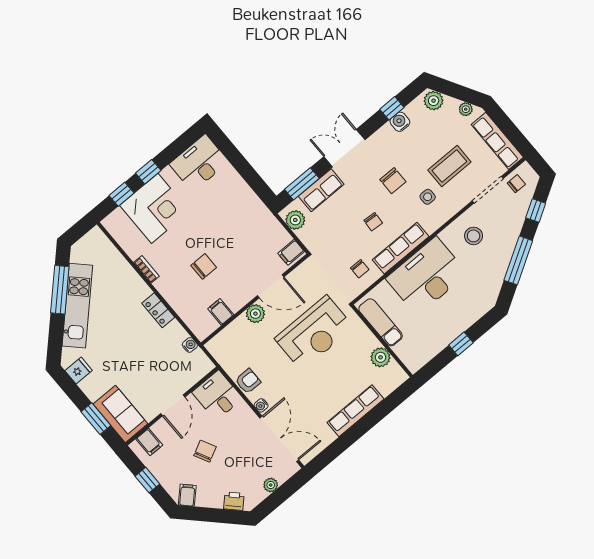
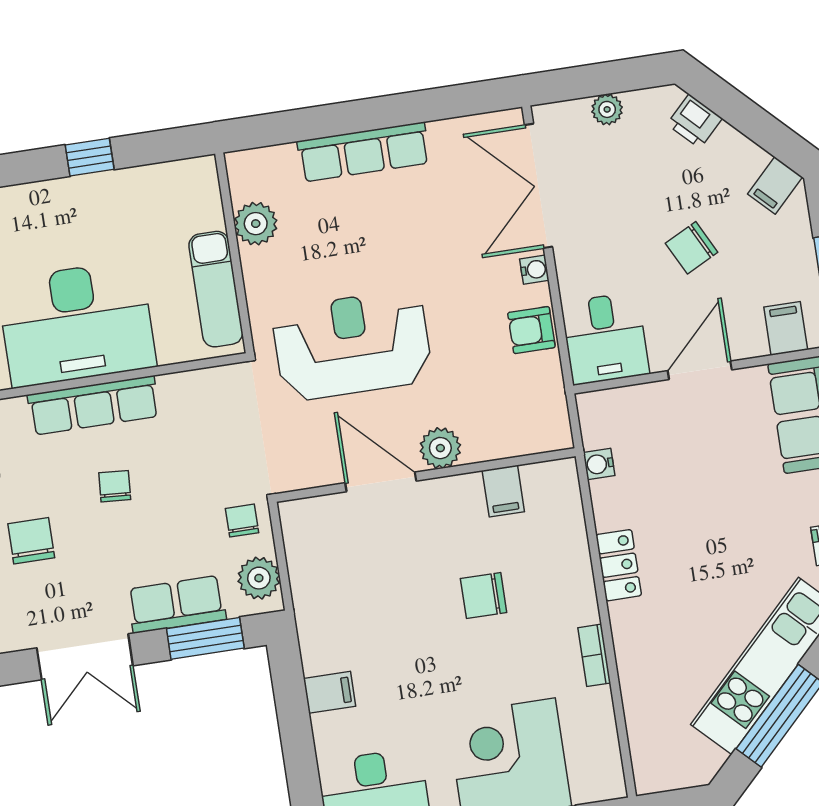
filing cabinet: (291, 252) -> (330, 692), moved
chair: (360, 269) -> (242, 521), moved

